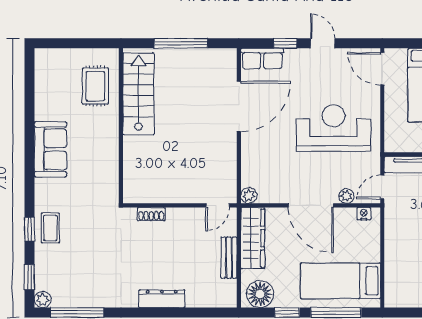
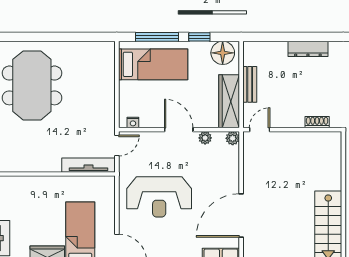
plant: (346, 196) -> (205, 138), moved
door: (311, 205) -> (179, 130), width x0.73

